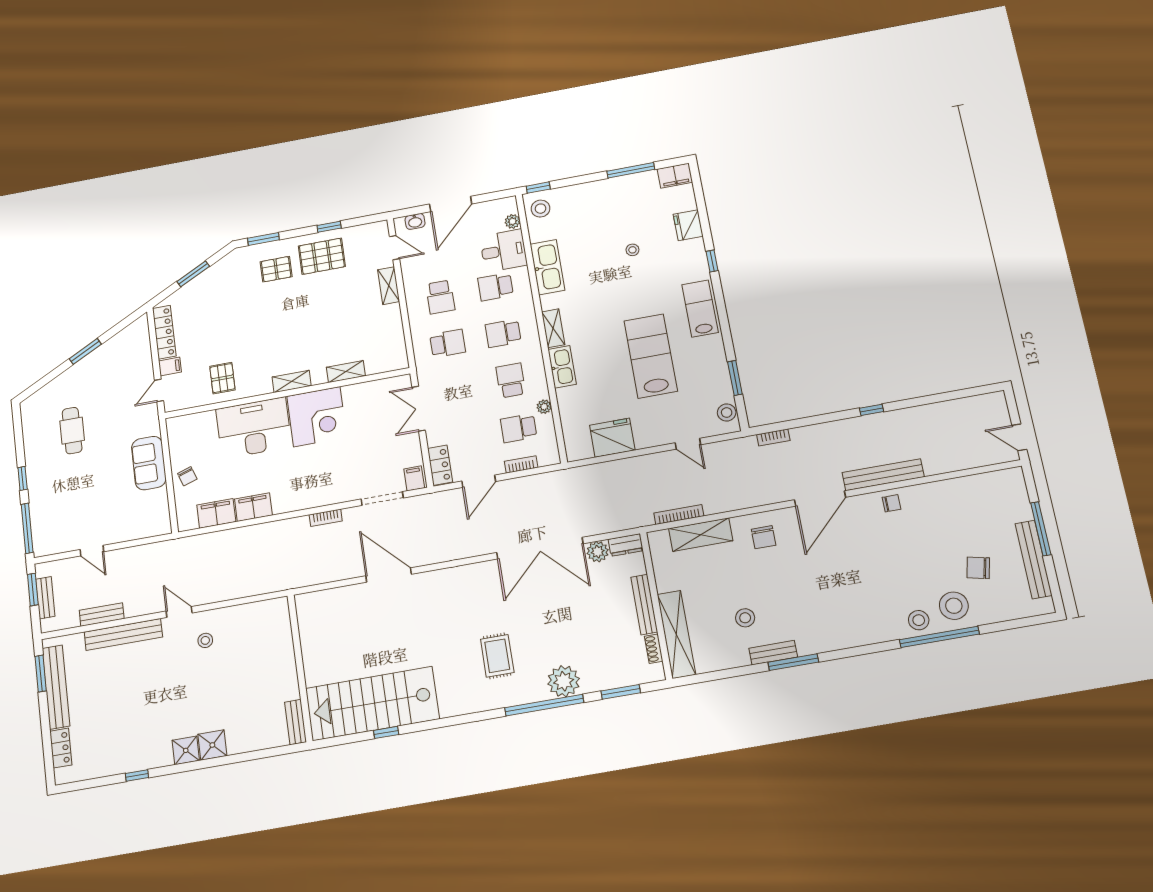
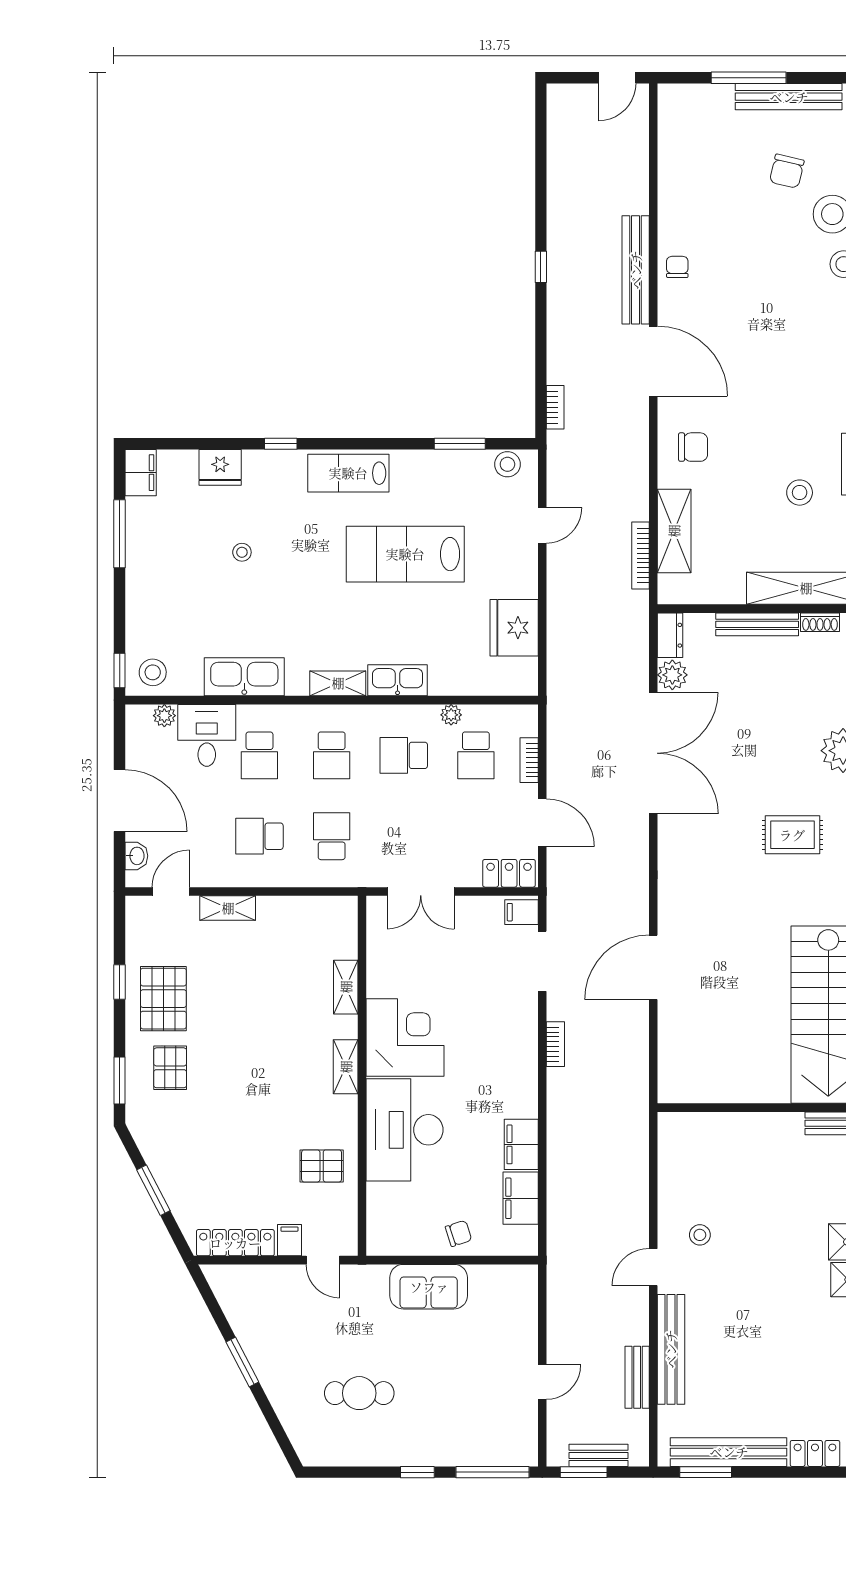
school desk: (440, 297) -> (259, 836), turned 180

